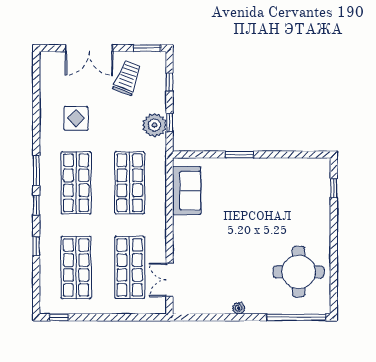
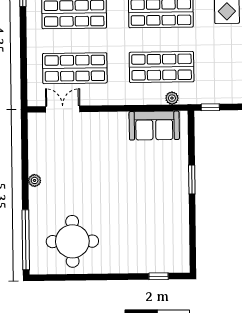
window: (169, 122) -> (210, 107), moved
plant: (155, 125) -> (172, 98), moved, width x0.53, depth x0.53

